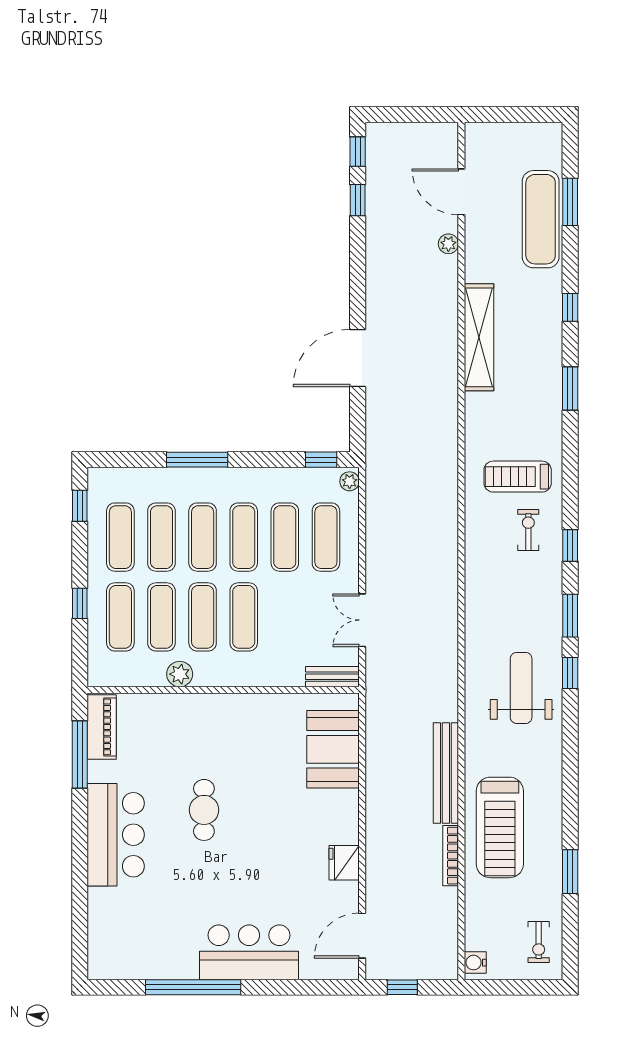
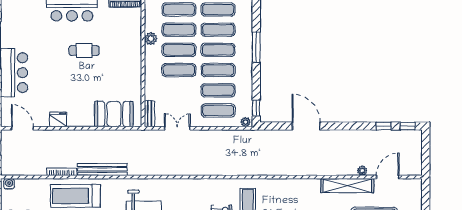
shelving: (479, 337) -> (347, 186), moved

